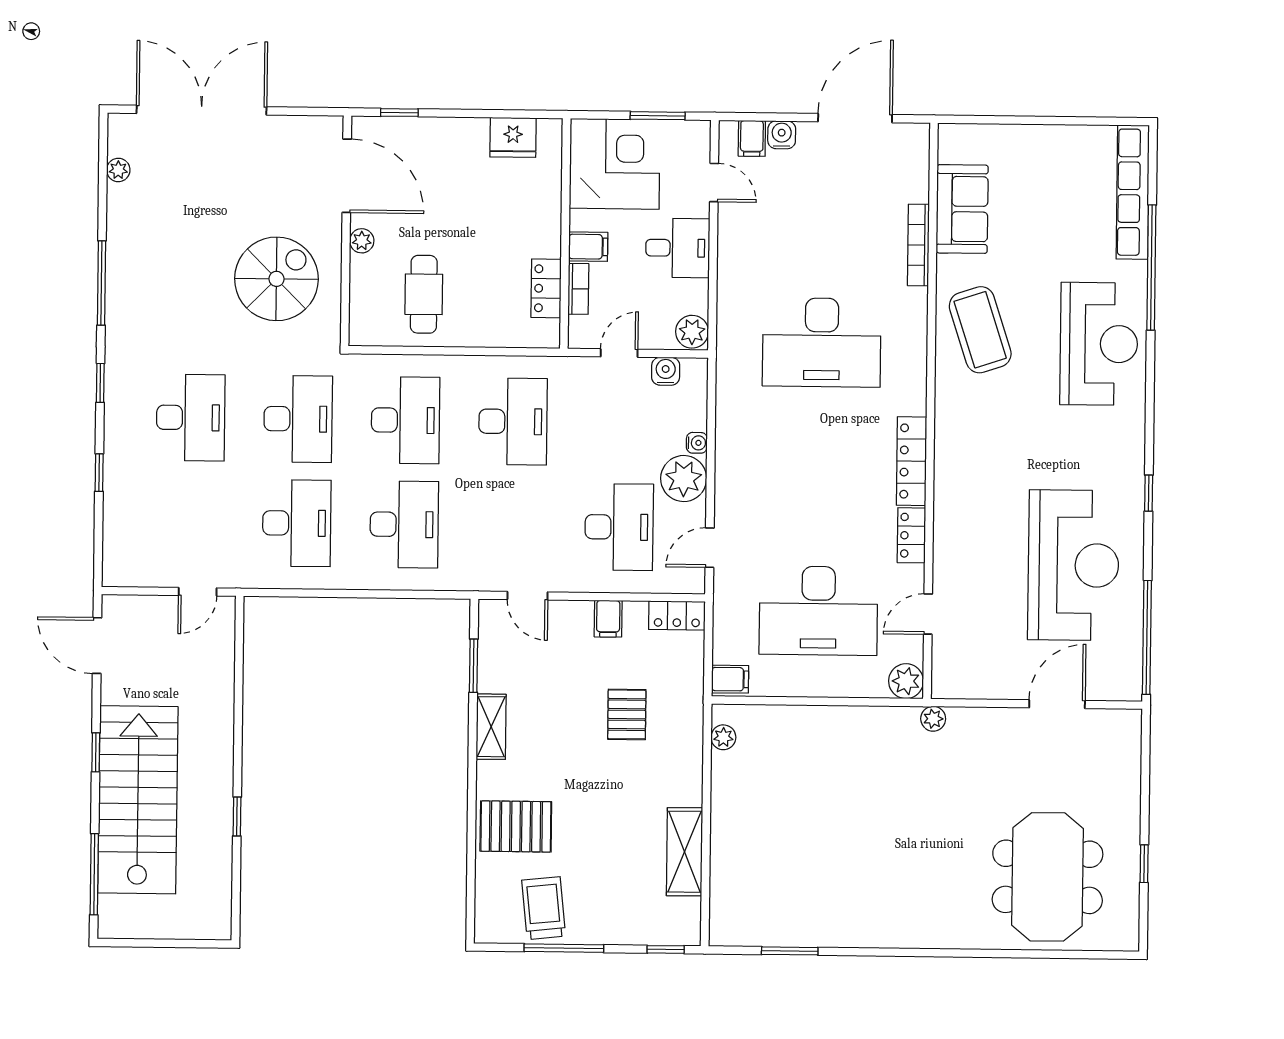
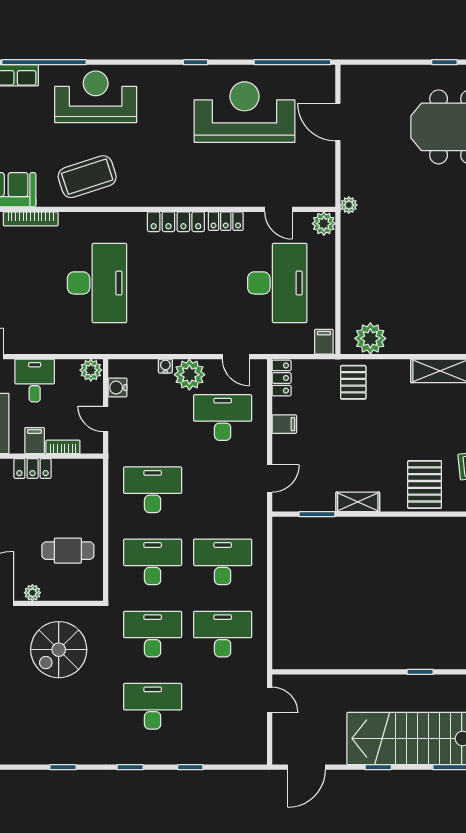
spiral stairs: (276, 279) -> (59, 650), turned -90
window: (101, 283) -> (63, 767), width x0.46
locker: (546, 288) -> (33, 469), moved
pallet: (627, 714) -> (353, 382), moved, turned 90
plant: (723, 737) -> (370, 338), width x1.88, depth x1.88

